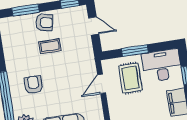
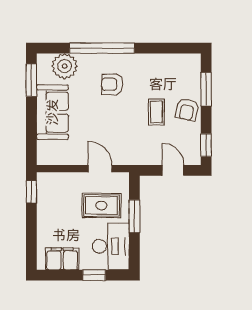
door: (94, 26) -> (173, 170), swing flipped
armchair: (33, 85) -> (112, 84), turned 180

